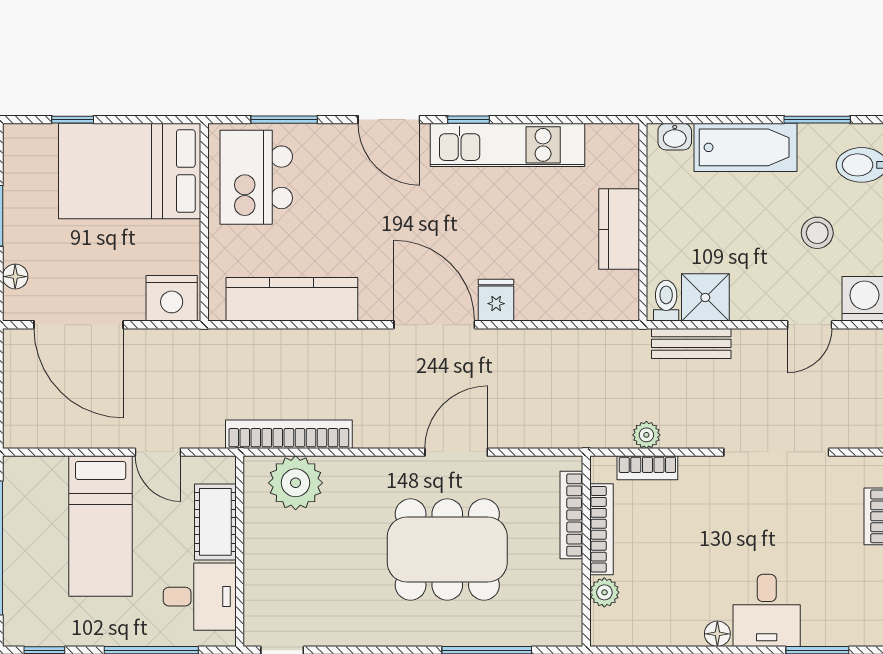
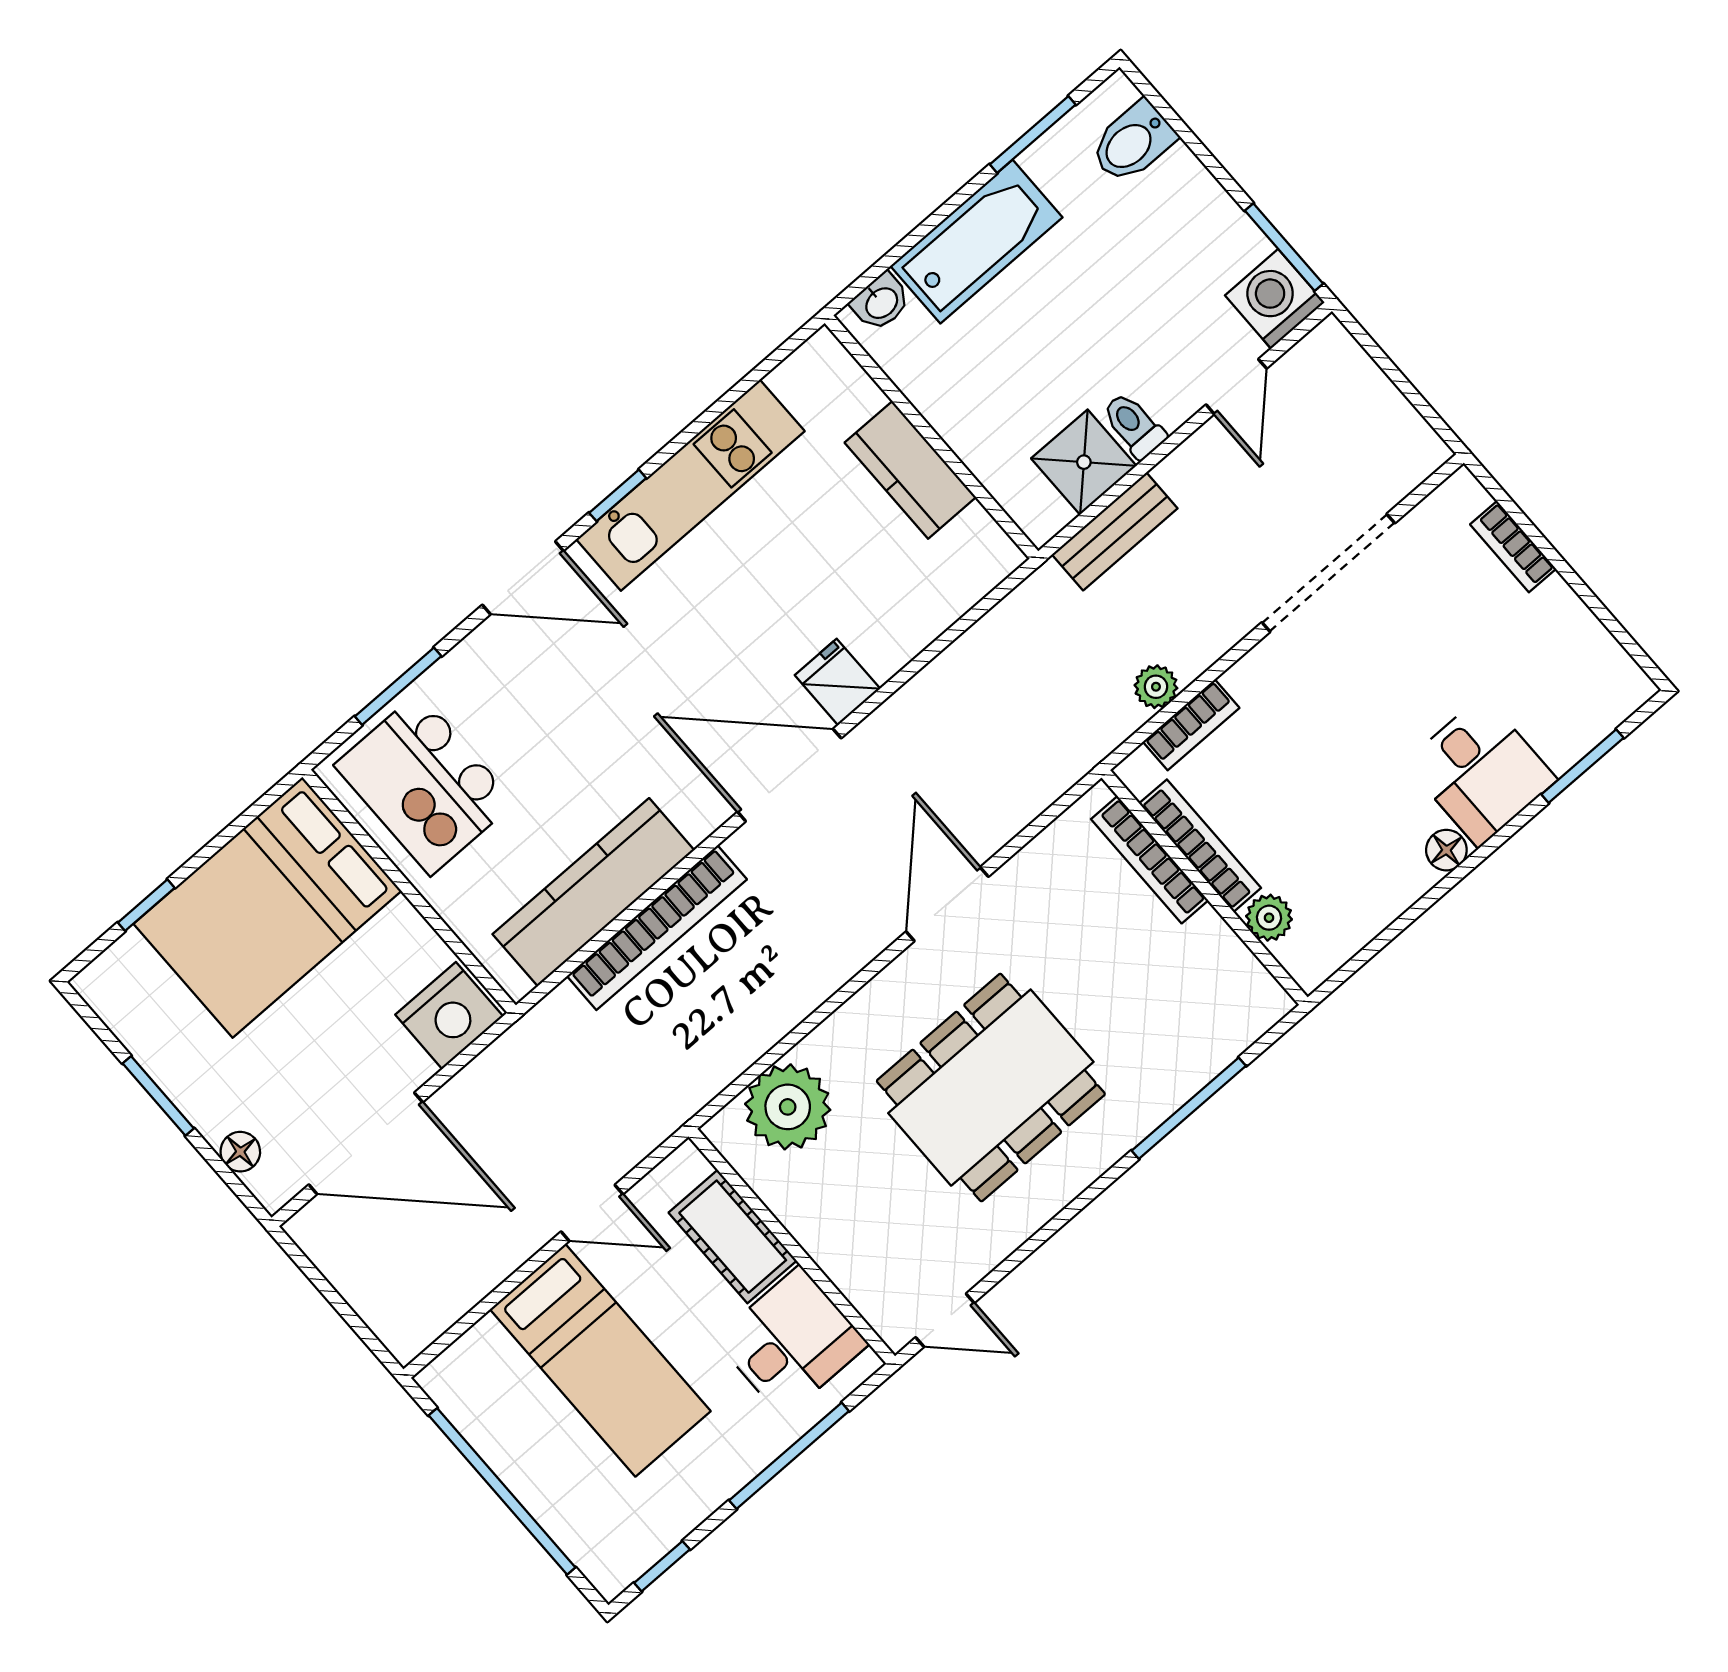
stool: (817, 233) -> (1150, 269), removed
toilet: (666, 301) -> (1134, 425), moved
bookcase: (289, 434) -> (657, 928), moved, turned 180
dining table: (447, 550) -> (991, 1088), moved

